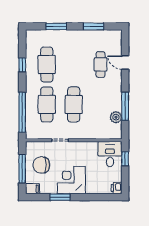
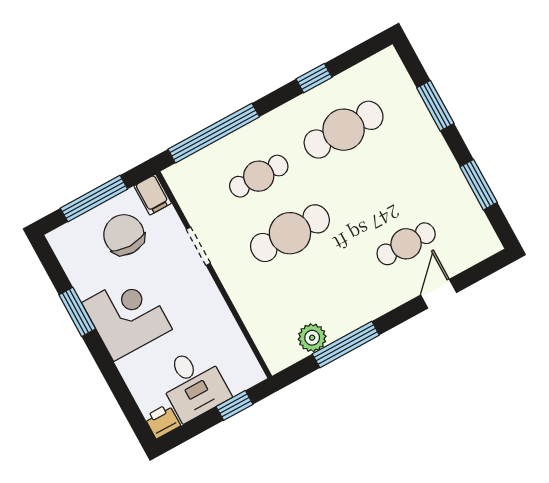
cafe table: (47, 104) -> (259, 176), width x0.73, depth x0.74
desk: (110, 154) -> (193, 384), moved, turned 90
filing cabinet: (32, 189) -> (153, 195), moved

